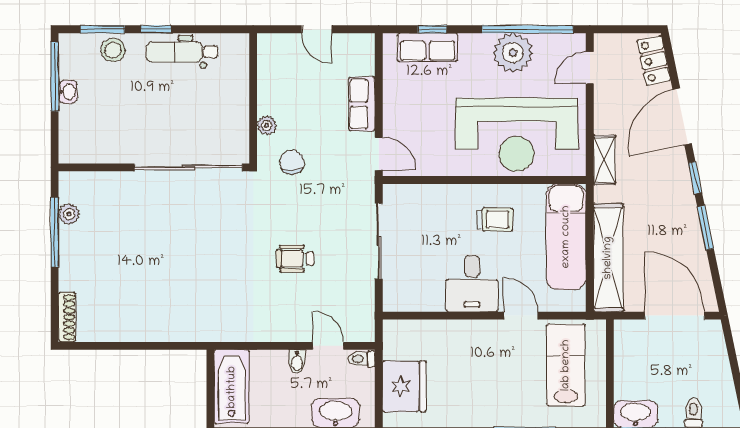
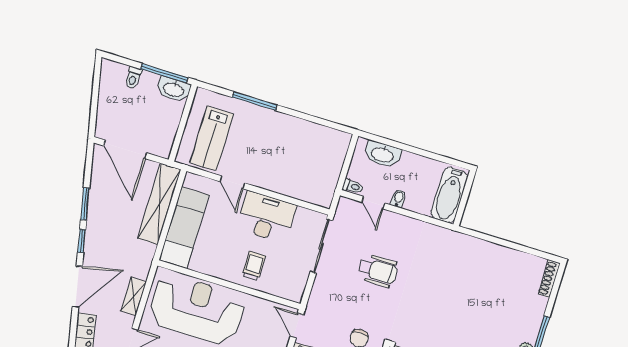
shelving: (605, 160) -> (134, 296), moved
trolley: (495, 219) -> (254, 266), moved, turned 90
sliding door: (379, 241) -> (321, 246), moved
wheelchair: (295, 259) -> (378, 271), width x1.36, depth x1.37
desk: (472, 284) -> (266, 217), width x1.37
fridge: (404, 386) -> (329, 158), removed

